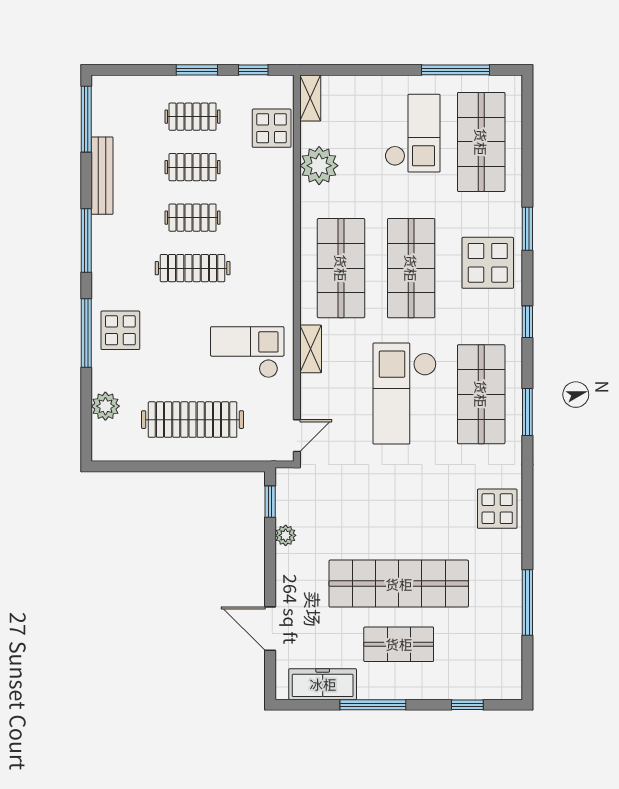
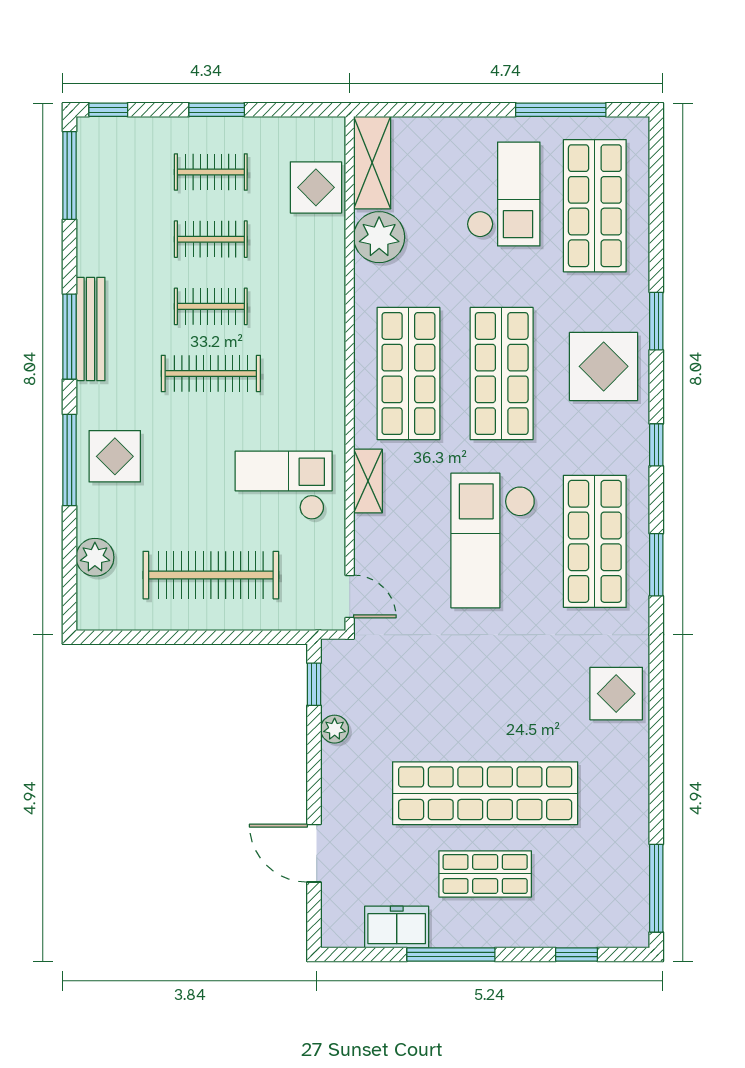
window: (253, 70) -> (108, 110), moved
shelving: (310, 98) -> (372, 163), width x1.50, depth x1.33
bench: (102, 176) -> (90, 329), moved
door: (297, 436) -> (350, 597), hinge flipped
window: (527, 603) -> (656, 888), moved
freezer: (323, 684) -> (397, 927), width x0.71

